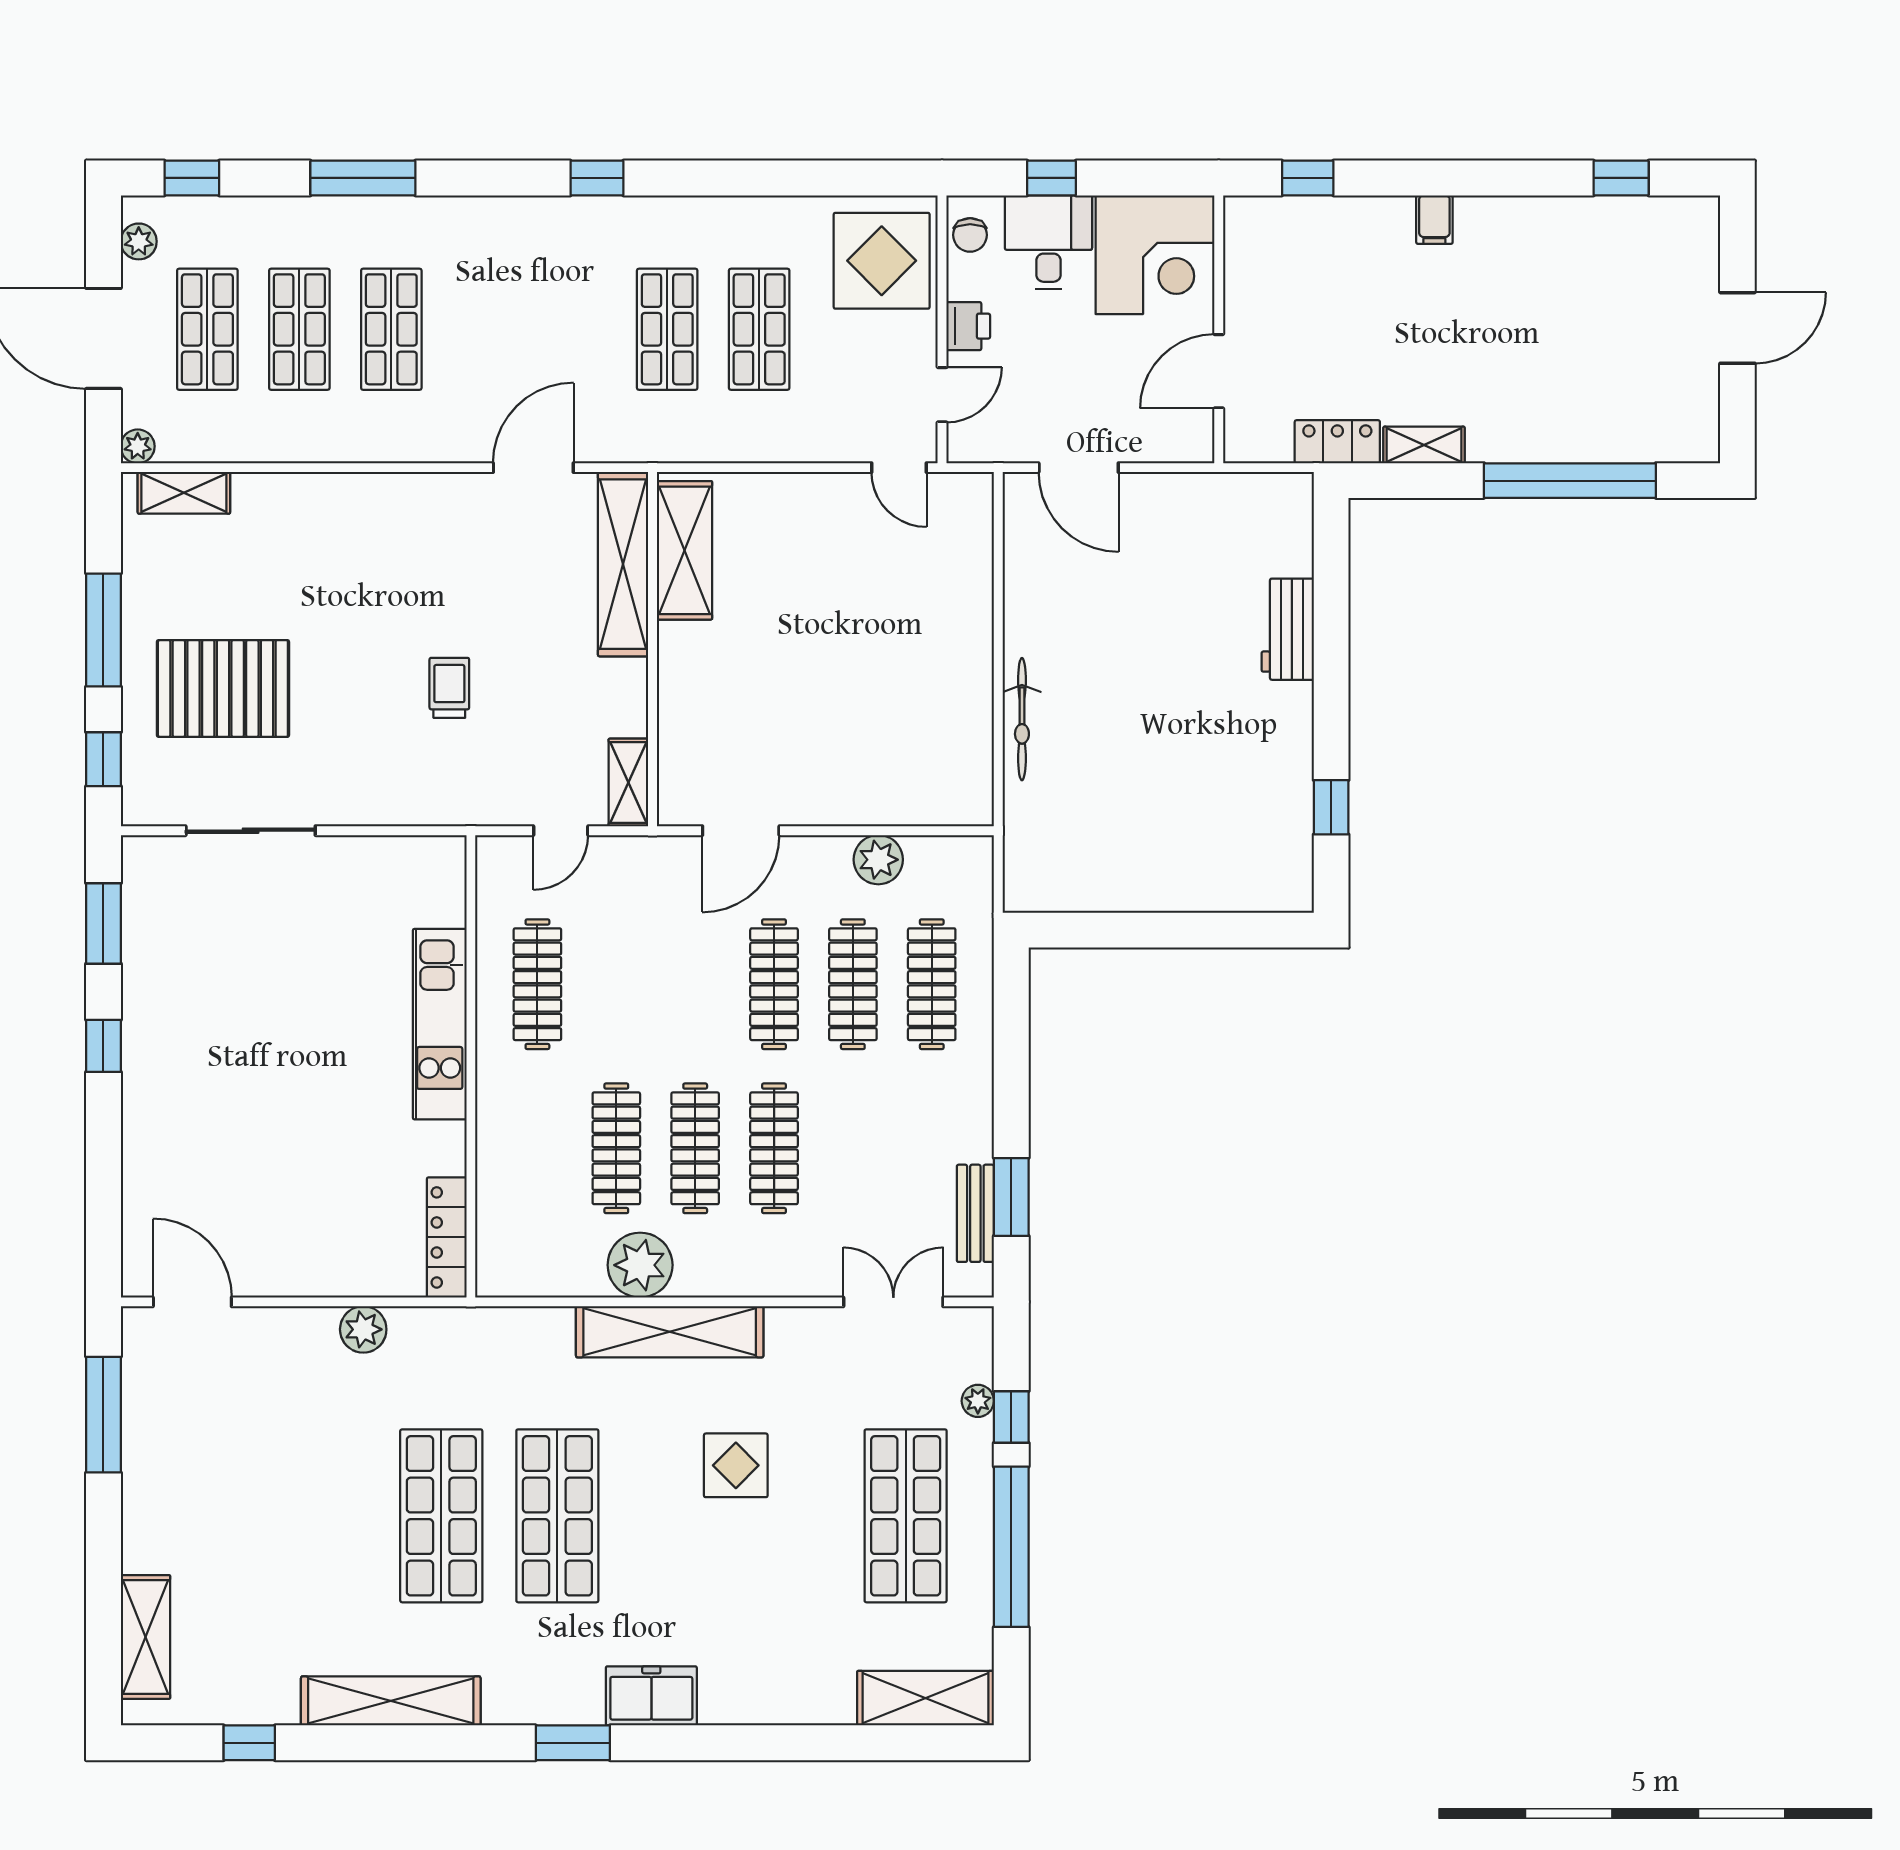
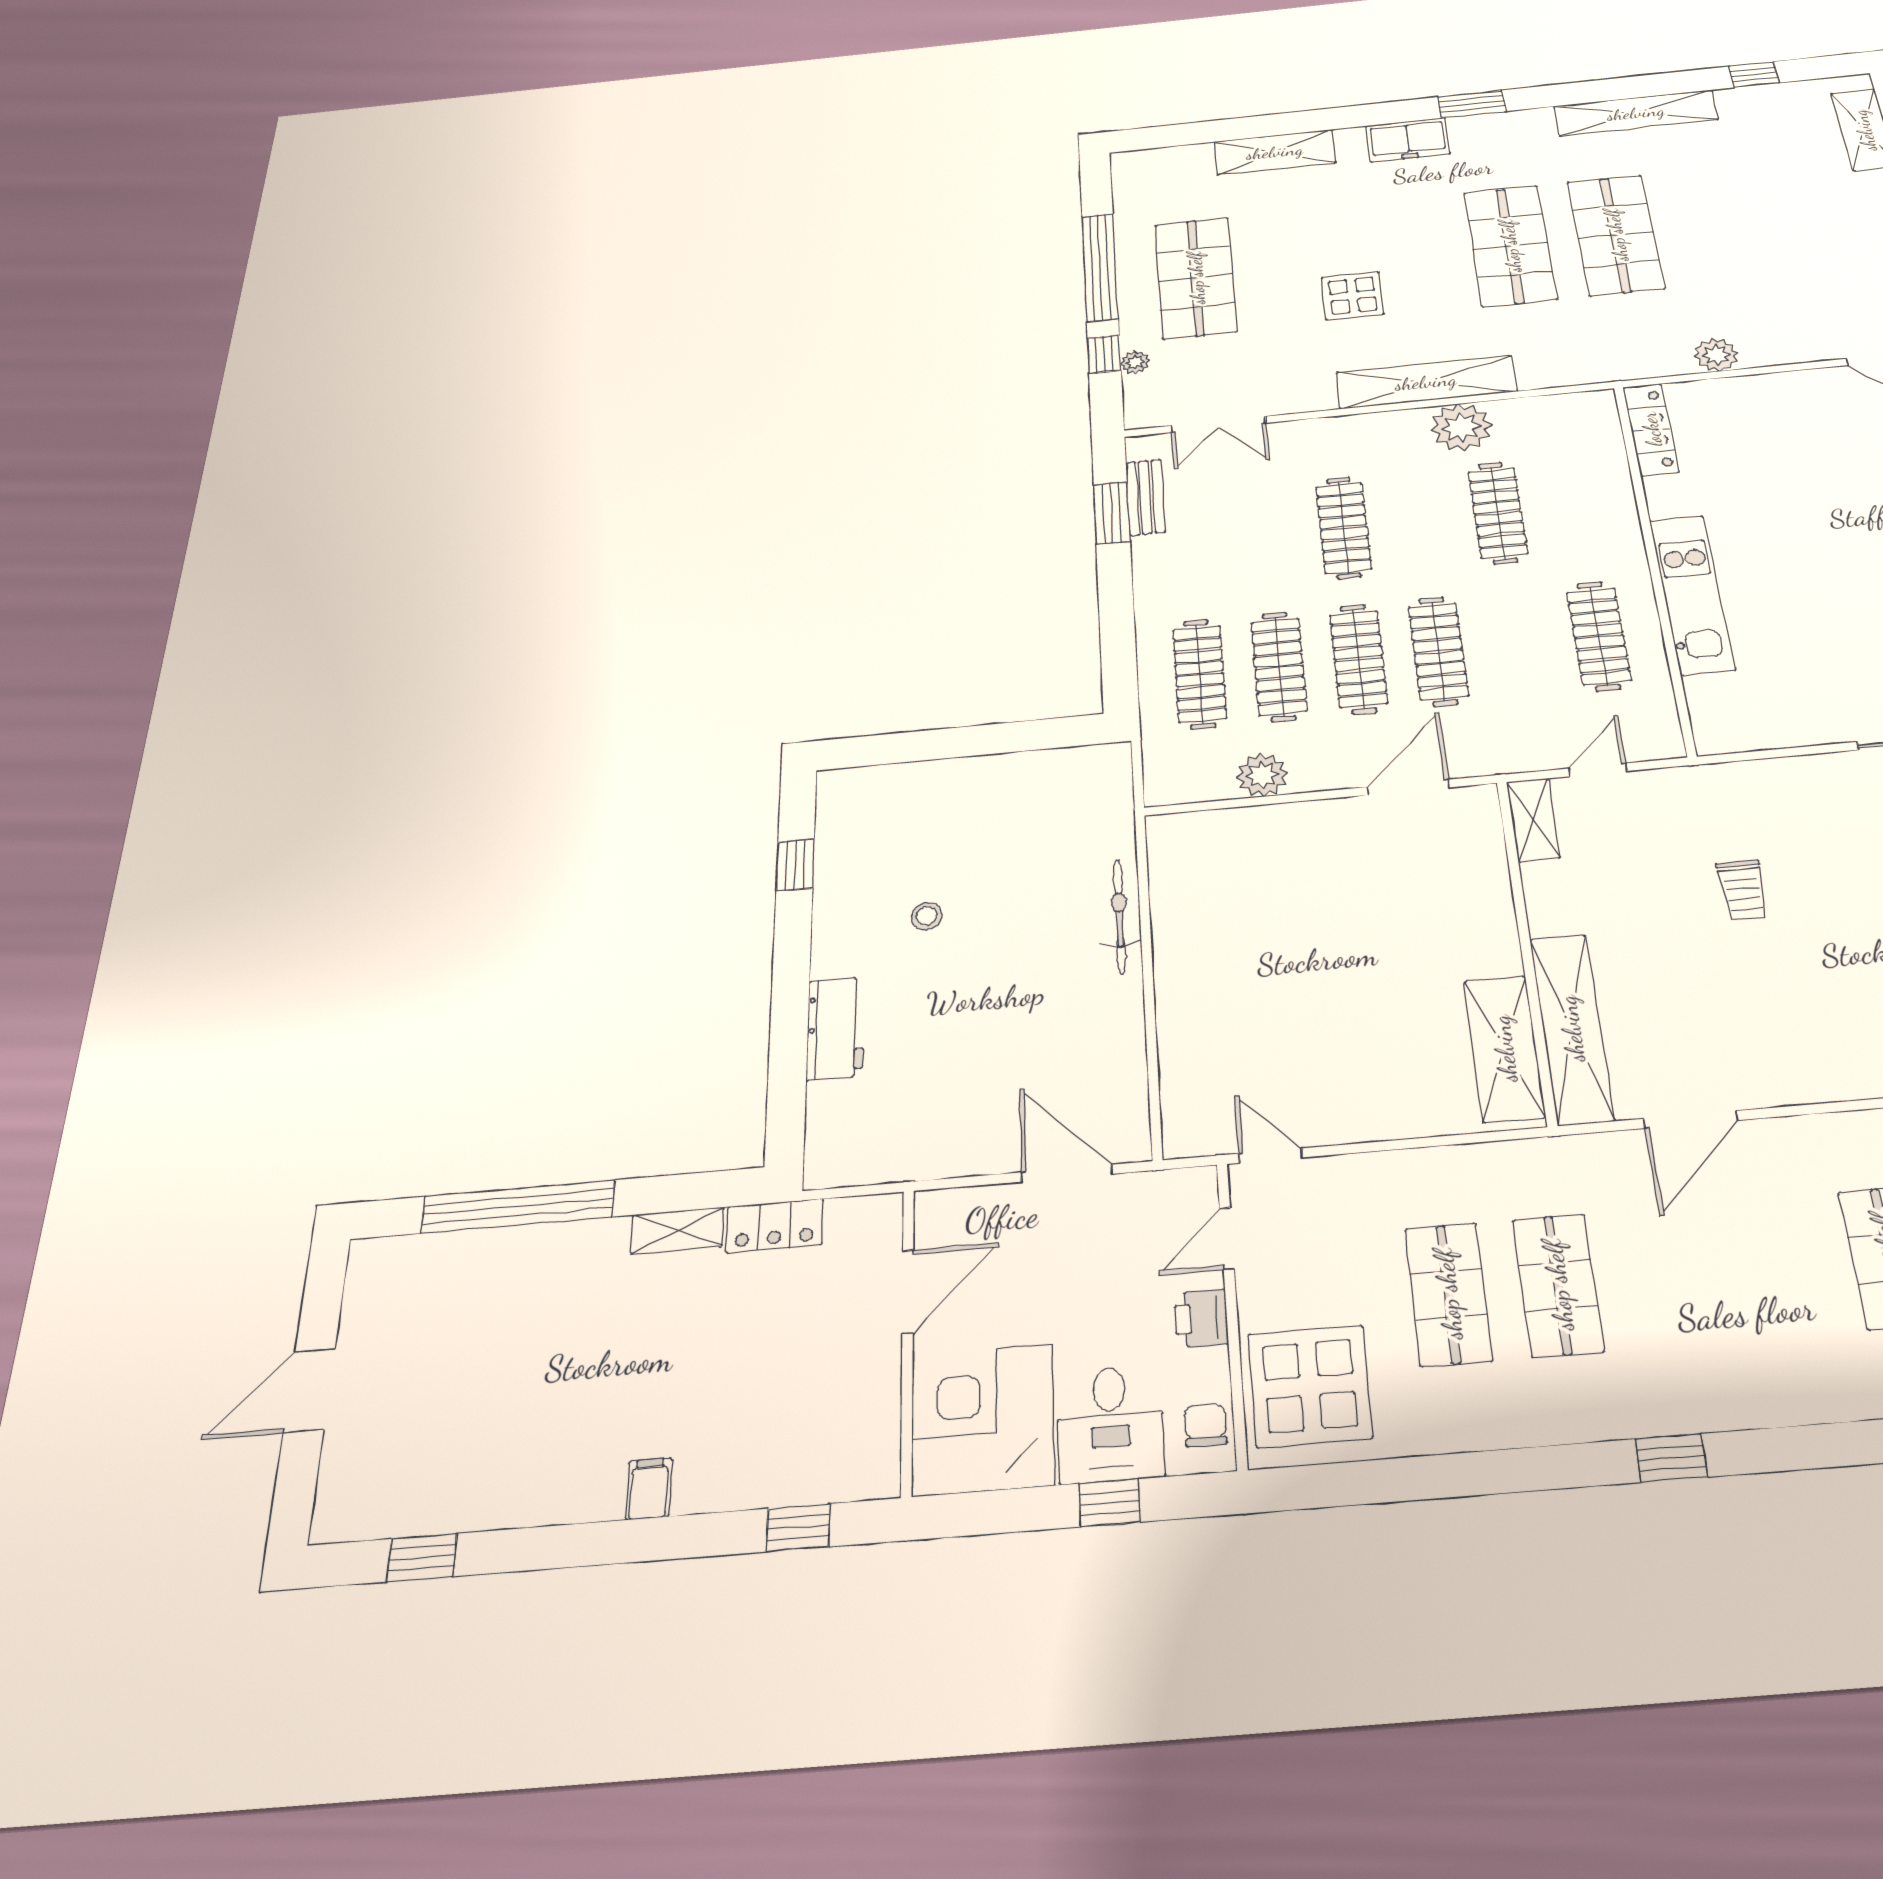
stool: (1204, 738) -> (927, 916), added
clothes rail: (695, 1148) -> (1438, 651), moved
shelving: (926, 1698) -> (1275, 152), moved

